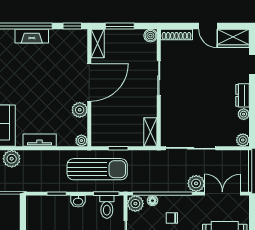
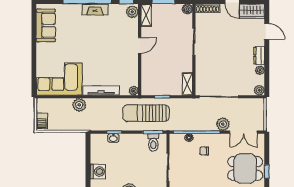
door: (89, 82) -> (140, 45), width x0.53
plant: (80, 110) -> (132, 12), moved
tv unit: (40, 140) -> (101, 90), width x1.41
sun lounger: (97, 169) -> (146, 113), turned 180
double door: (222, 194) -> (243, 132), swing flipped
washbasin: (78, 201) -> (113, 138), moved
plant: (135, 204) -> (176, 140), removed

